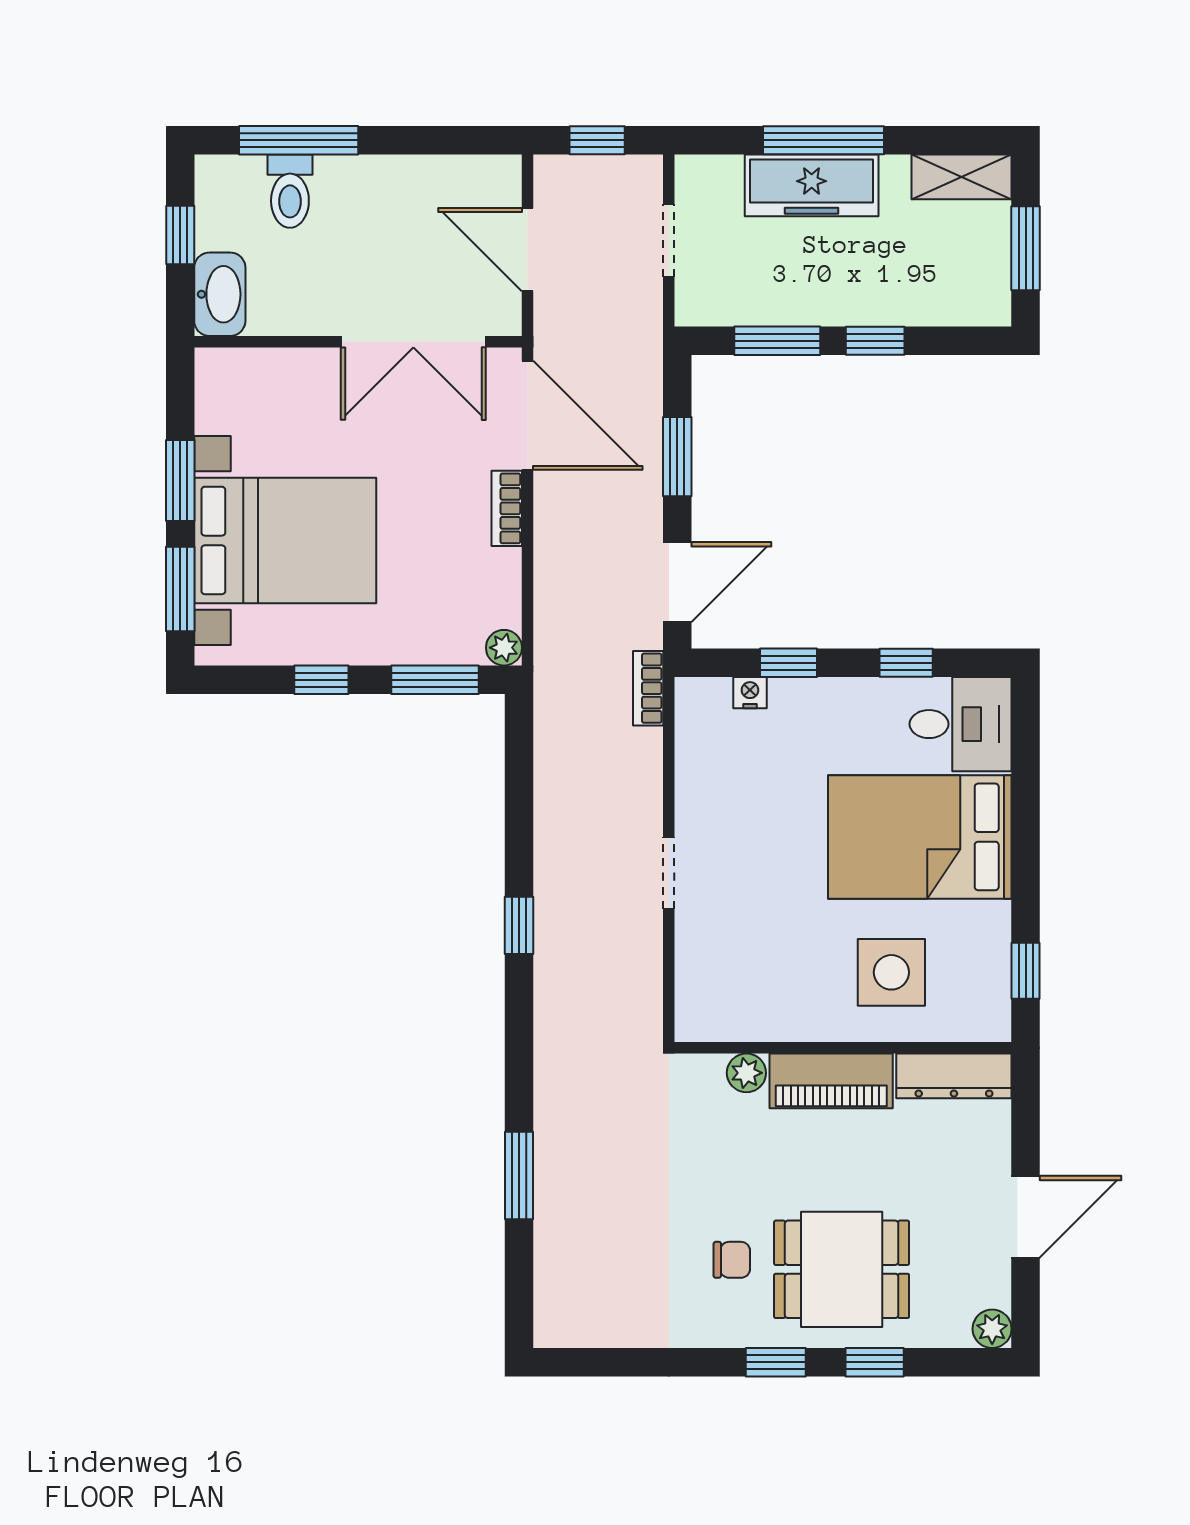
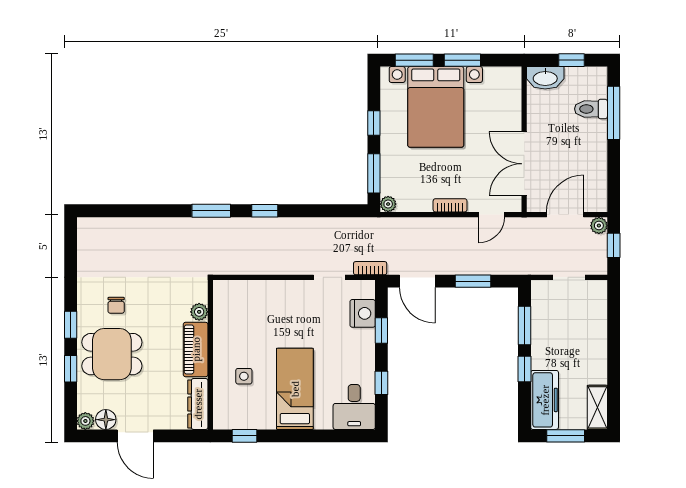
window: (824, 140) -> (614, 346), removed
plant: (552, 173) -> (599, 226), added
freezer: (812, 185) -> (545, 400), moved, turned 180
door: (528, 415) -> (491, 215), width x0.53
nightstand: (750, 693) -> (363, 313), width x1.89, depth x1.79
bed: (920, 837) -> (295, 389), width x0.67
doorway: (669, 873) -> (329, 277), moved
side table: (891, 972) -> (244, 376), width x0.54, depth x0.54
window: (519, 1175) -> (211, 211), moved
dining table: (842, 1269) -> (112, 354), turned 90
floor lamp: (989, 1283) -> (106, 420), added

